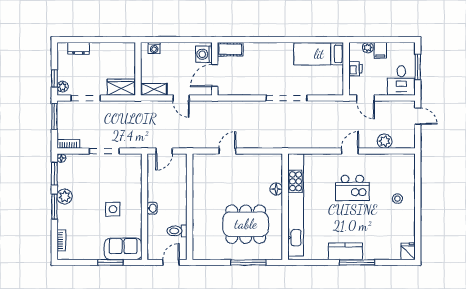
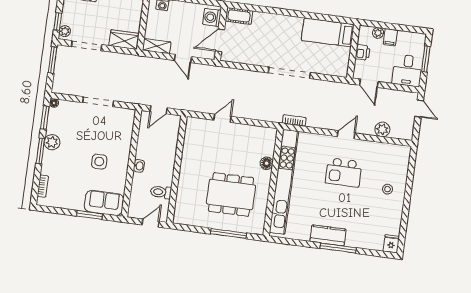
bookcase: (68, 144) -> (294, 120), moved

